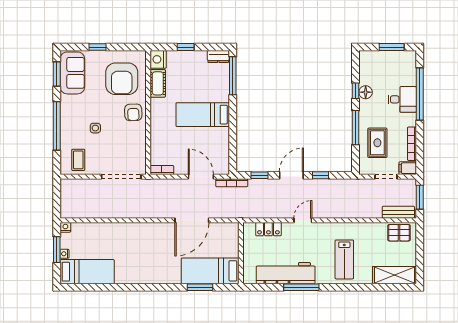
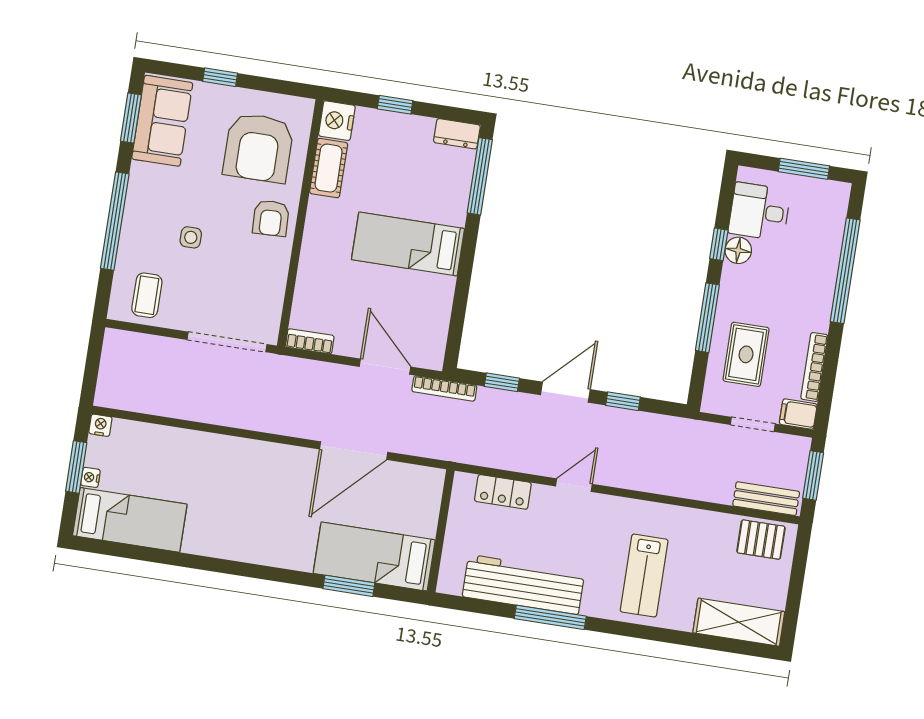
desk: (402, 99) -> (759, 212), moved, turned 180

